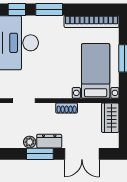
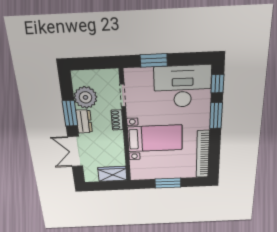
bed with nightstands: (96, 71) -> (155, 138), moved
shoe rack: (67, 108) -> (117, 120), moved
plant: (30, 142) -> (85, 97), width x1.88, depth x1.88

